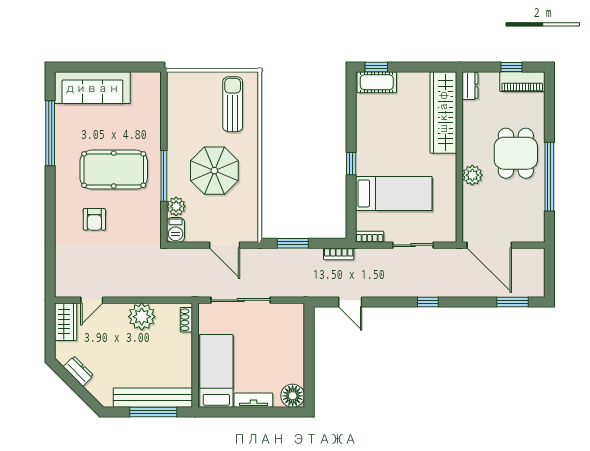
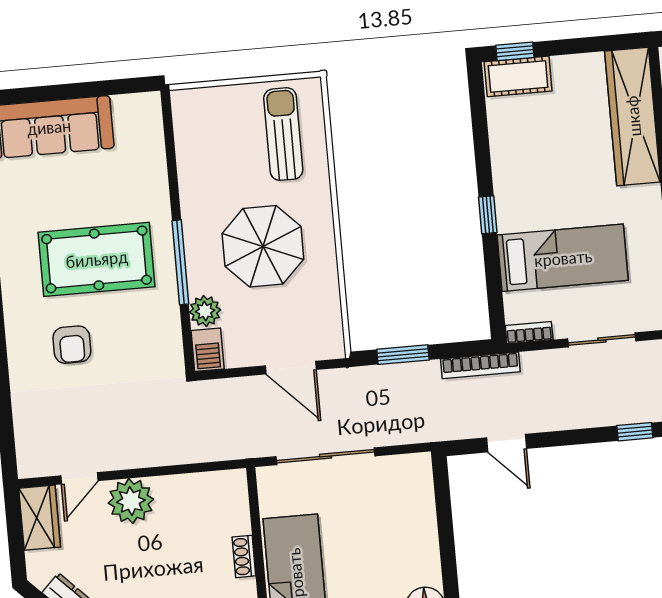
bookcase: (339, 254) -> (480, 365), width x1.56
plant: (142, 317) -> (131, 501), moved
shoe rack: (186, 320) -> (244, 556), moved

